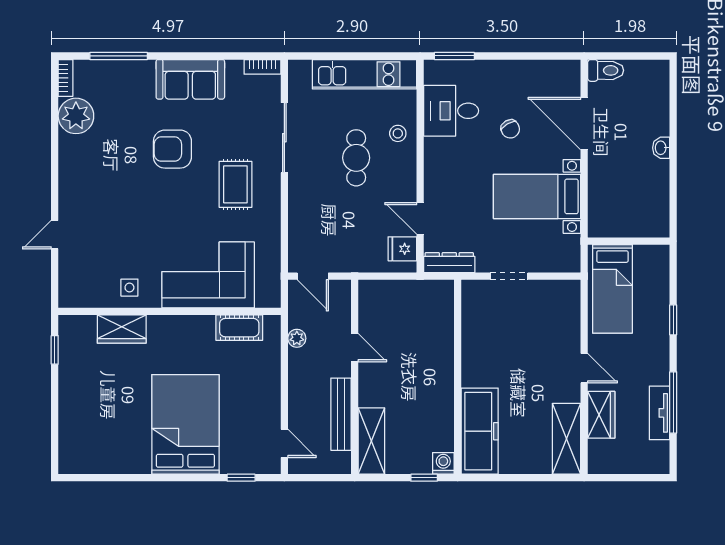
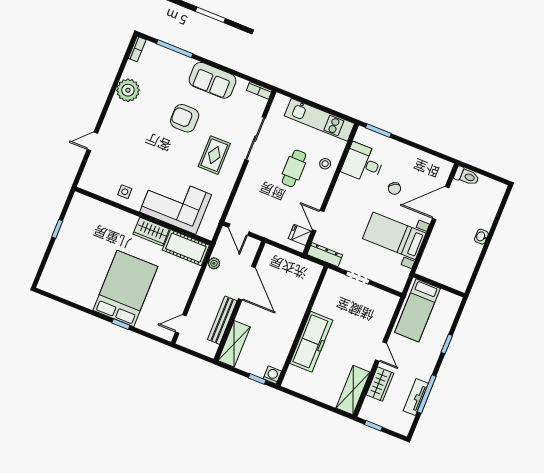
plant: (76, 116) -> (128, 90), moved
door: (584, 124) -> (441, 203), hinge flipped
cot: (239, 328) -> (186, 248), width x1.37, depth x1.34
wardrobe: (122, 329) -> (151, 232), moved
door: (355, 348) -> (247, 283), width x1.88
window: (55, 350) -> (57, 229), moved
freezer: (480, 431) -> (311, 342), moved
door: (284, 443) -> (181, 324), swing flipped
window: (241, 478) -> (121, 324), moved
window: (616, 478) -> (373, 426), added

